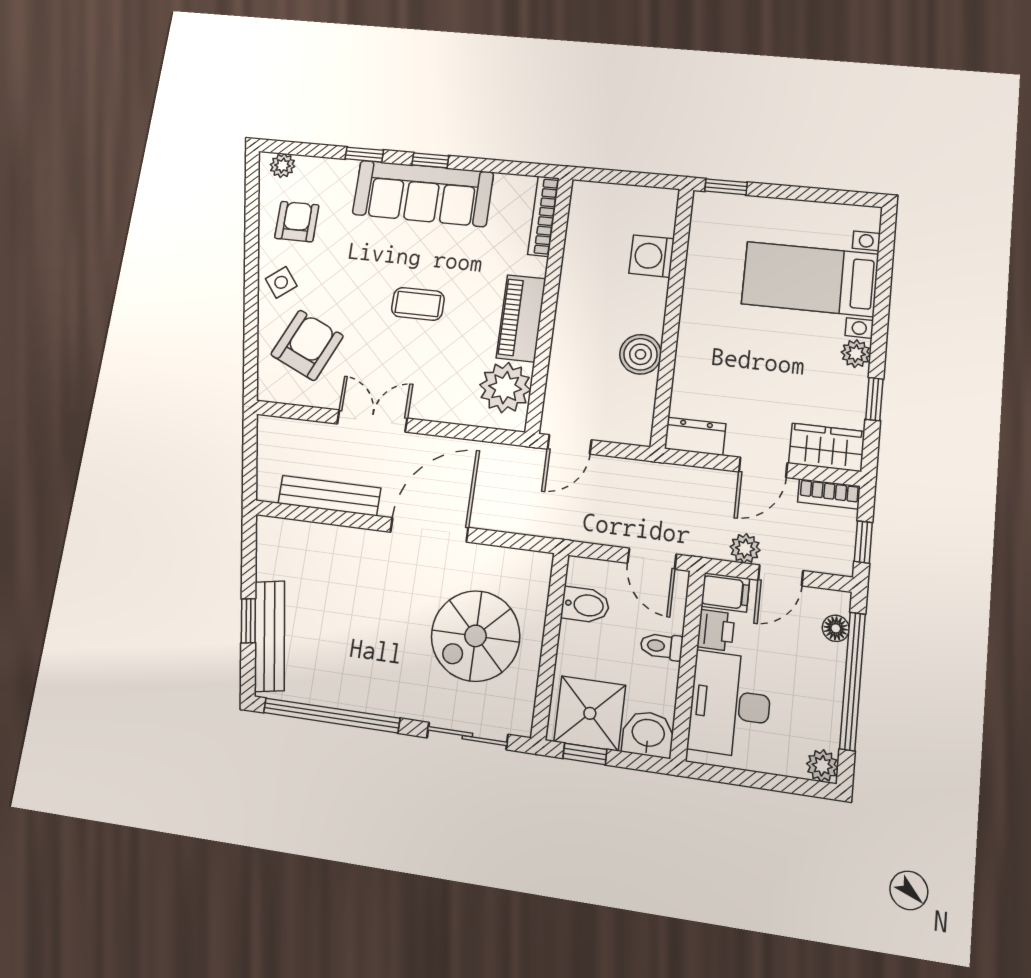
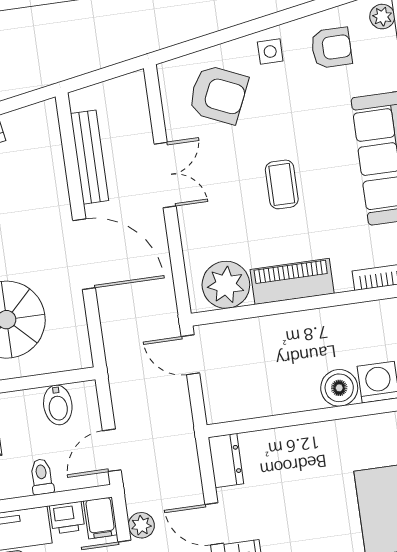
side table: (281, 282) -> (270, 52), turned 38
boiler: (640, 354) -> (339, 388), moved

